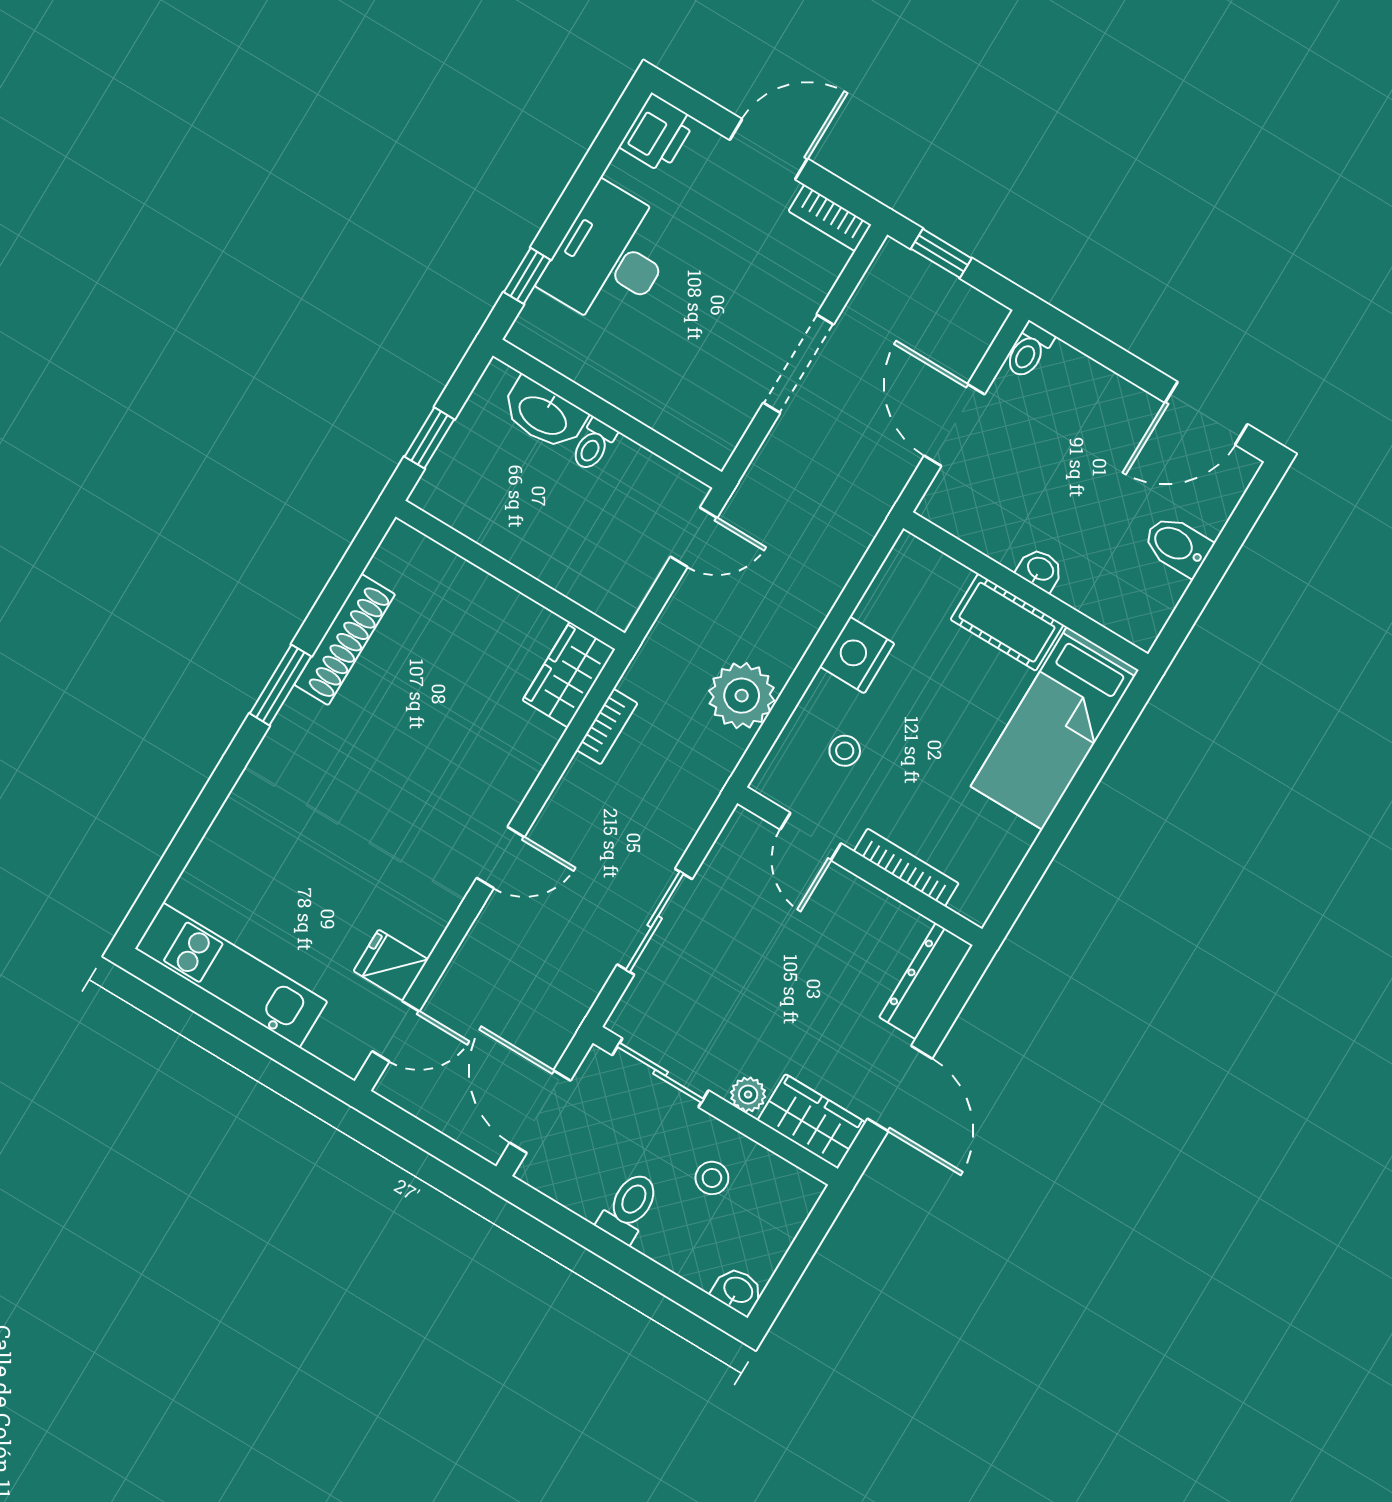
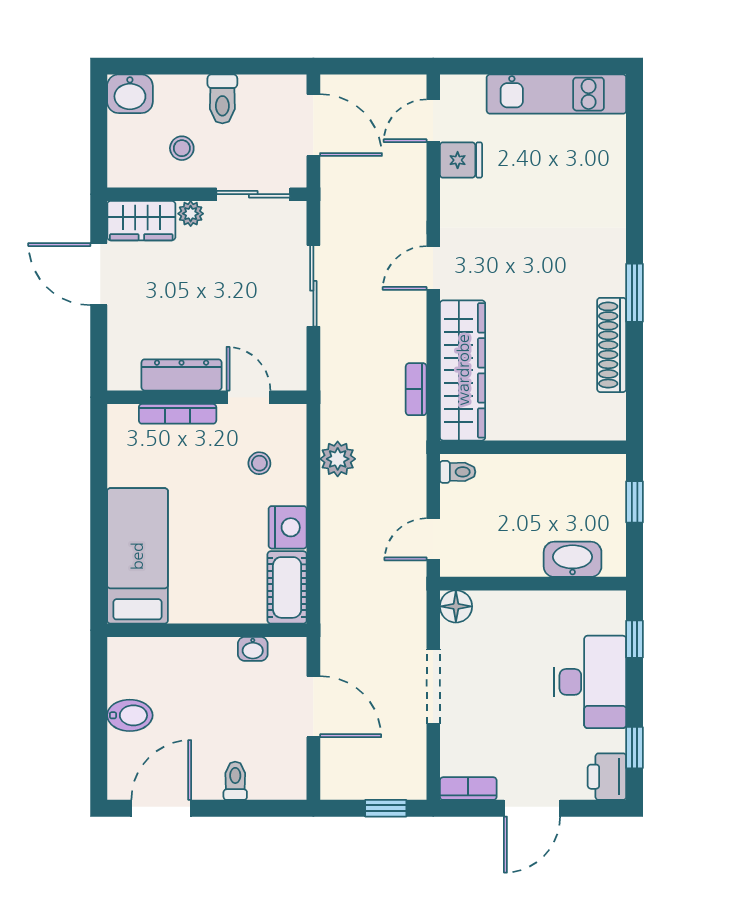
window: (604, 148) -> (635, 748), added
toilet: (1029, 350) -> (235, 781), moved
floor lamp: (715, 442) -> (456, 606), added
toilet: (594, 445) -> (458, 472), moved, turned 90
washbasin: (1040, 570) -> (253, 649), moved
cot: (1007, 622) -> (287, 587), moved, turned 90
wardrobe: (569, 675) -> (463, 370), width x2.10, depth x1.17
plant: (742, 696) -> (338, 459), width x0.73, depth x0.73
dresser: (926, 981) -> (182, 375), moved, turned -90
washbasin: (738, 1291) -> (130, 94), width x1.38, depth x1.45

